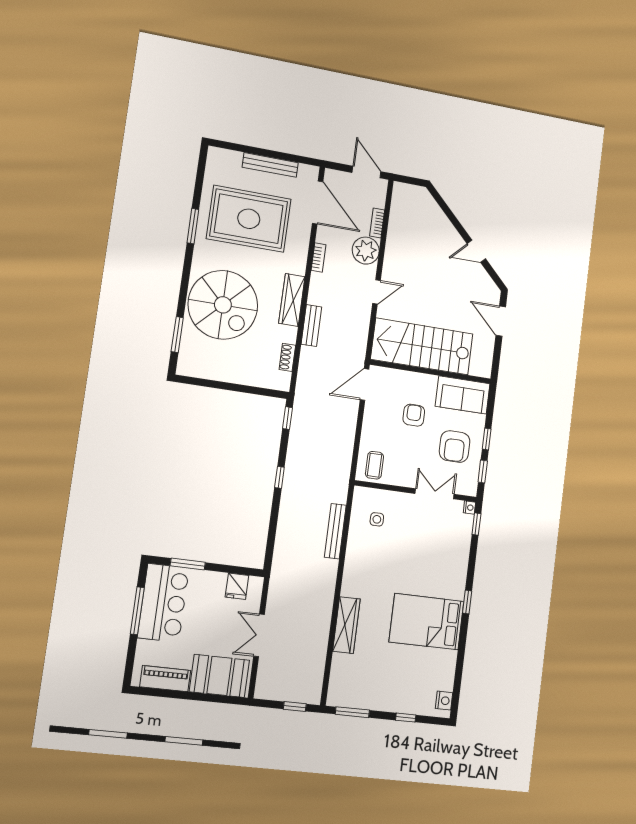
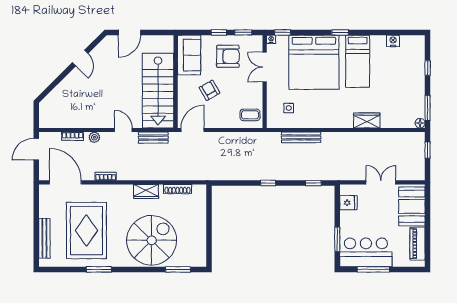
bench: (270, 165) -> (44, 238), moved
door: (318, 202) -> (65, 182), hinge flipped
plant: (366, 251) -> (94, 137), width x0.53, depth x0.53
wardrobe: (292, 300) -> (146, 191), width x0.67
bench: (311, 326) -> (153, 138), moved
shoe rack: (287, 357) -> (178, 189), width x1.43
door: (365, 385) -> (193, 130), swing flipped
armchair: (414, 415) -> (209, 90), turned 60
window: (288, 418) -> (313, 183), moved
bed: (433, 562) -> (314, 62), added
bed: (427, 622) -> (358, 61), width x0.67
wardrobe: (346, 625) -> (367, 120), width x0.67
double door: (259, 635) -> (381, 182), swing flipped
floor lamp: (333, 700) -> (420, 123), added
nightstand: (444, 701) -> (393, 41), moved

